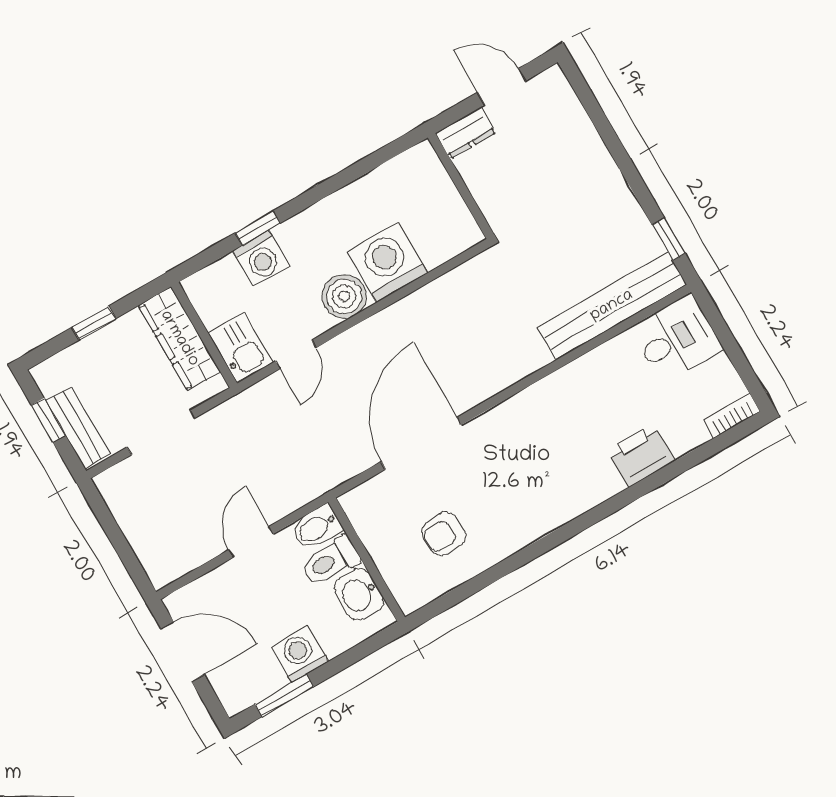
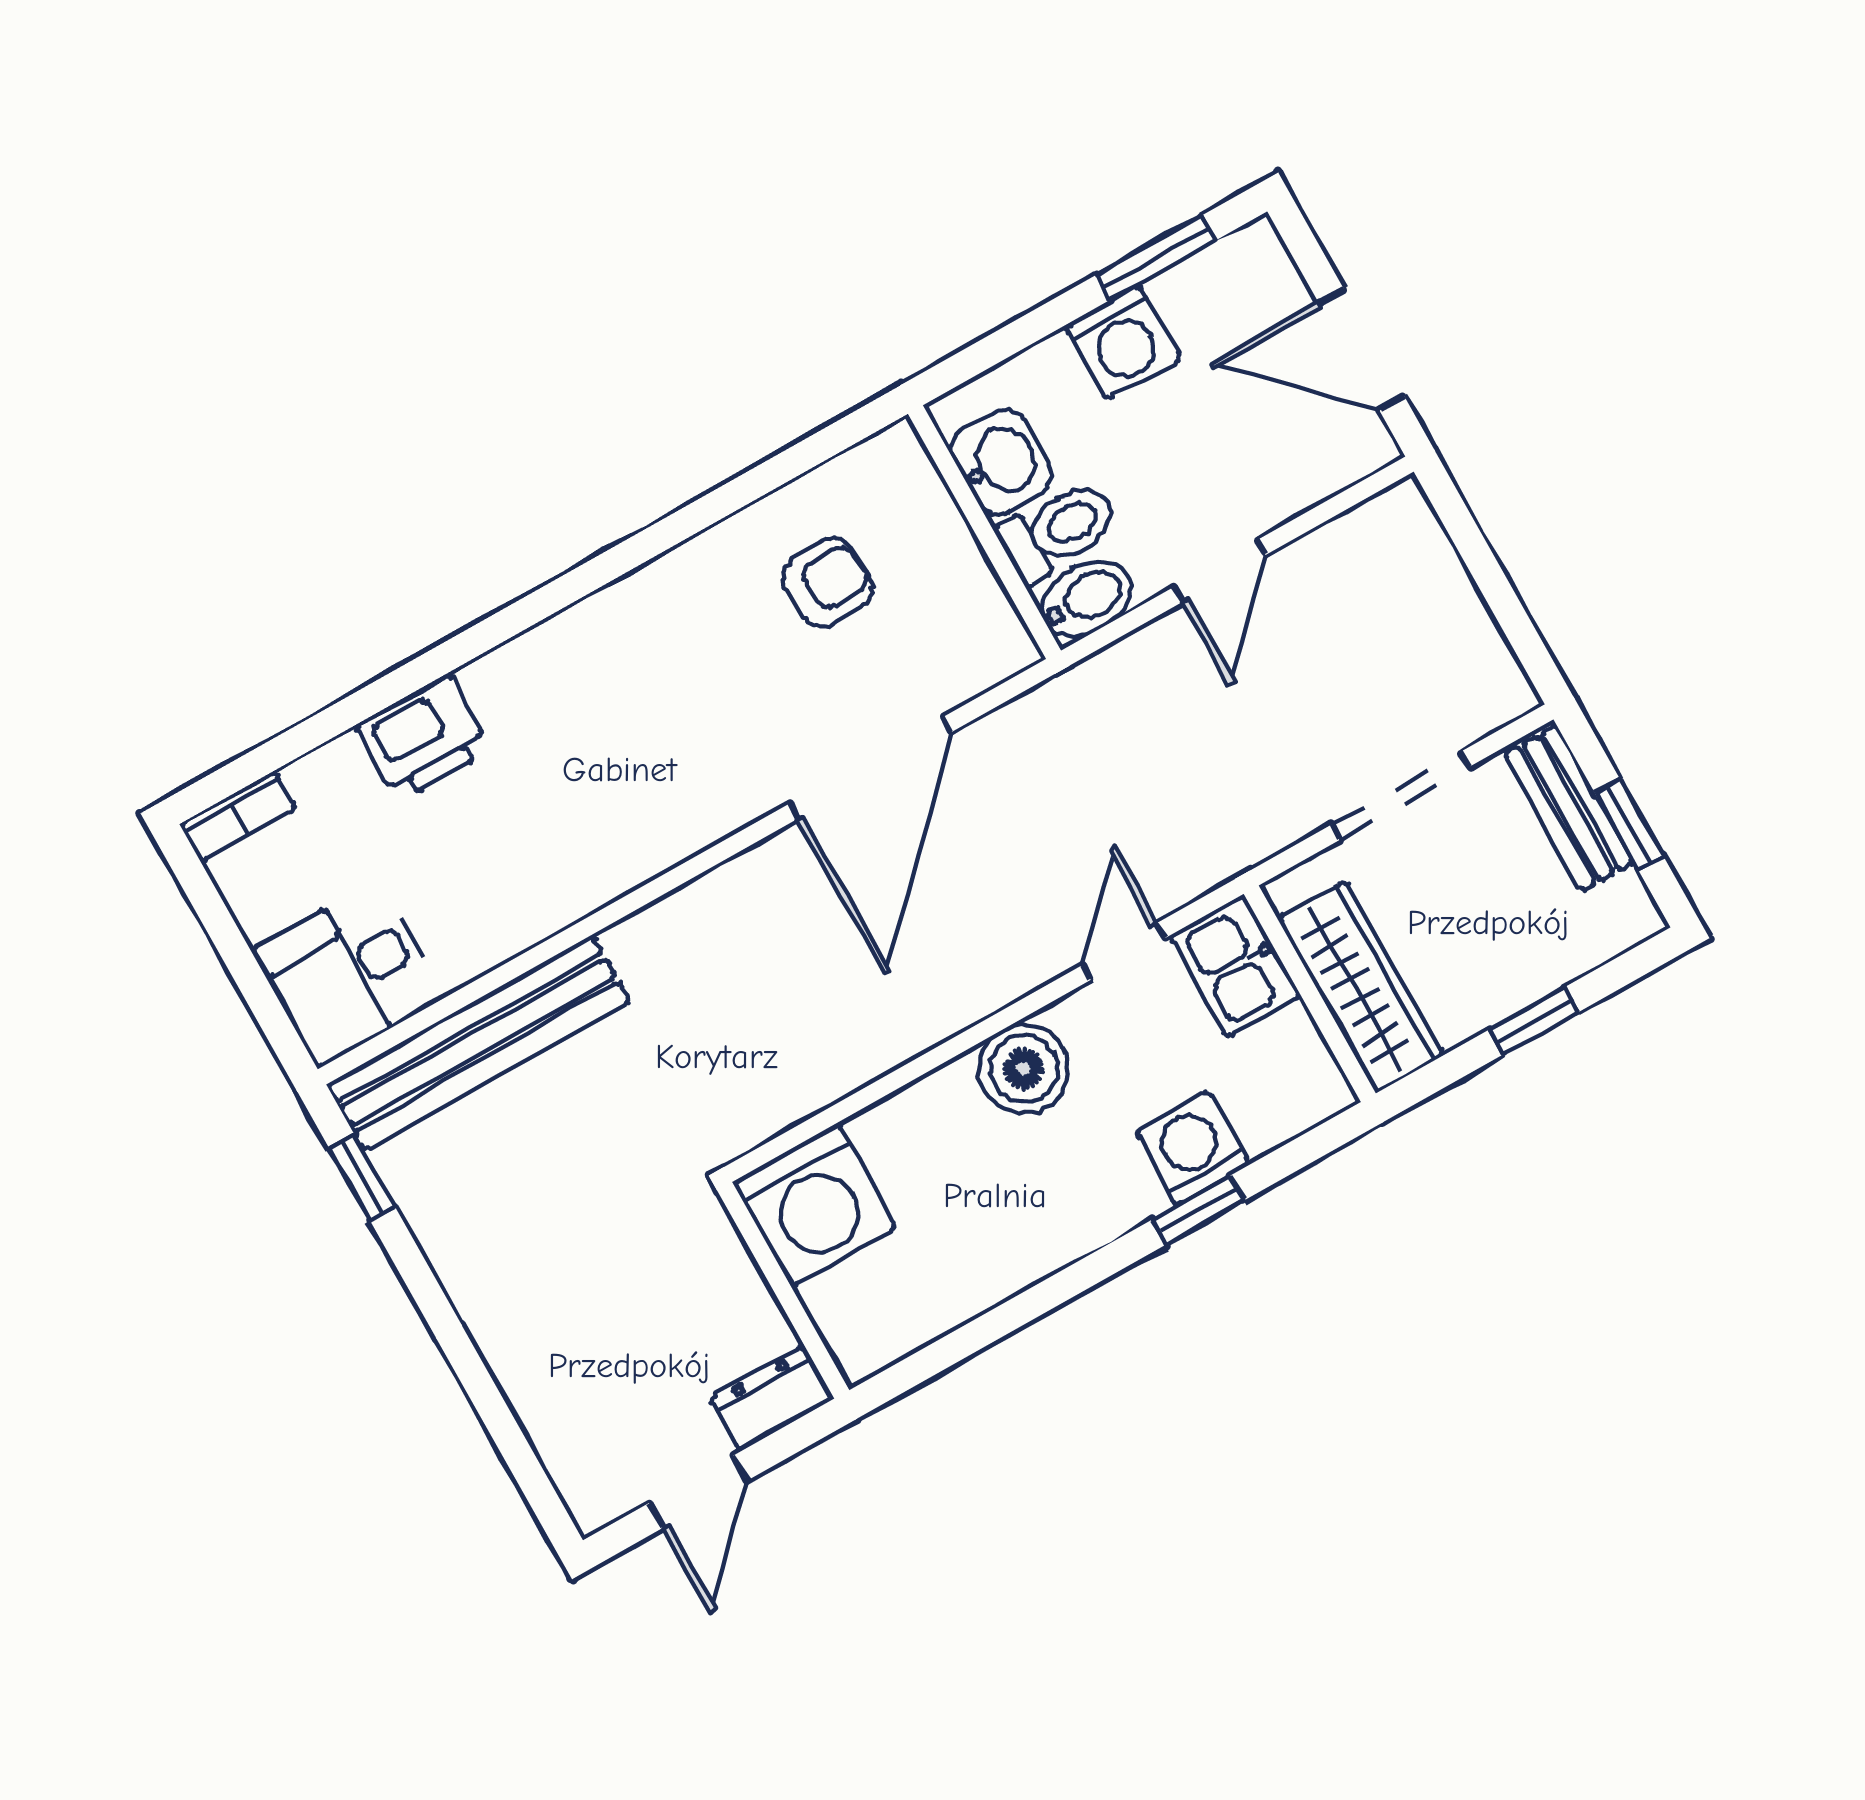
door: (502, 87) -> (698, 1492), hinge flipped
washing machine: (387, 262) -> (814, 1205), moved

